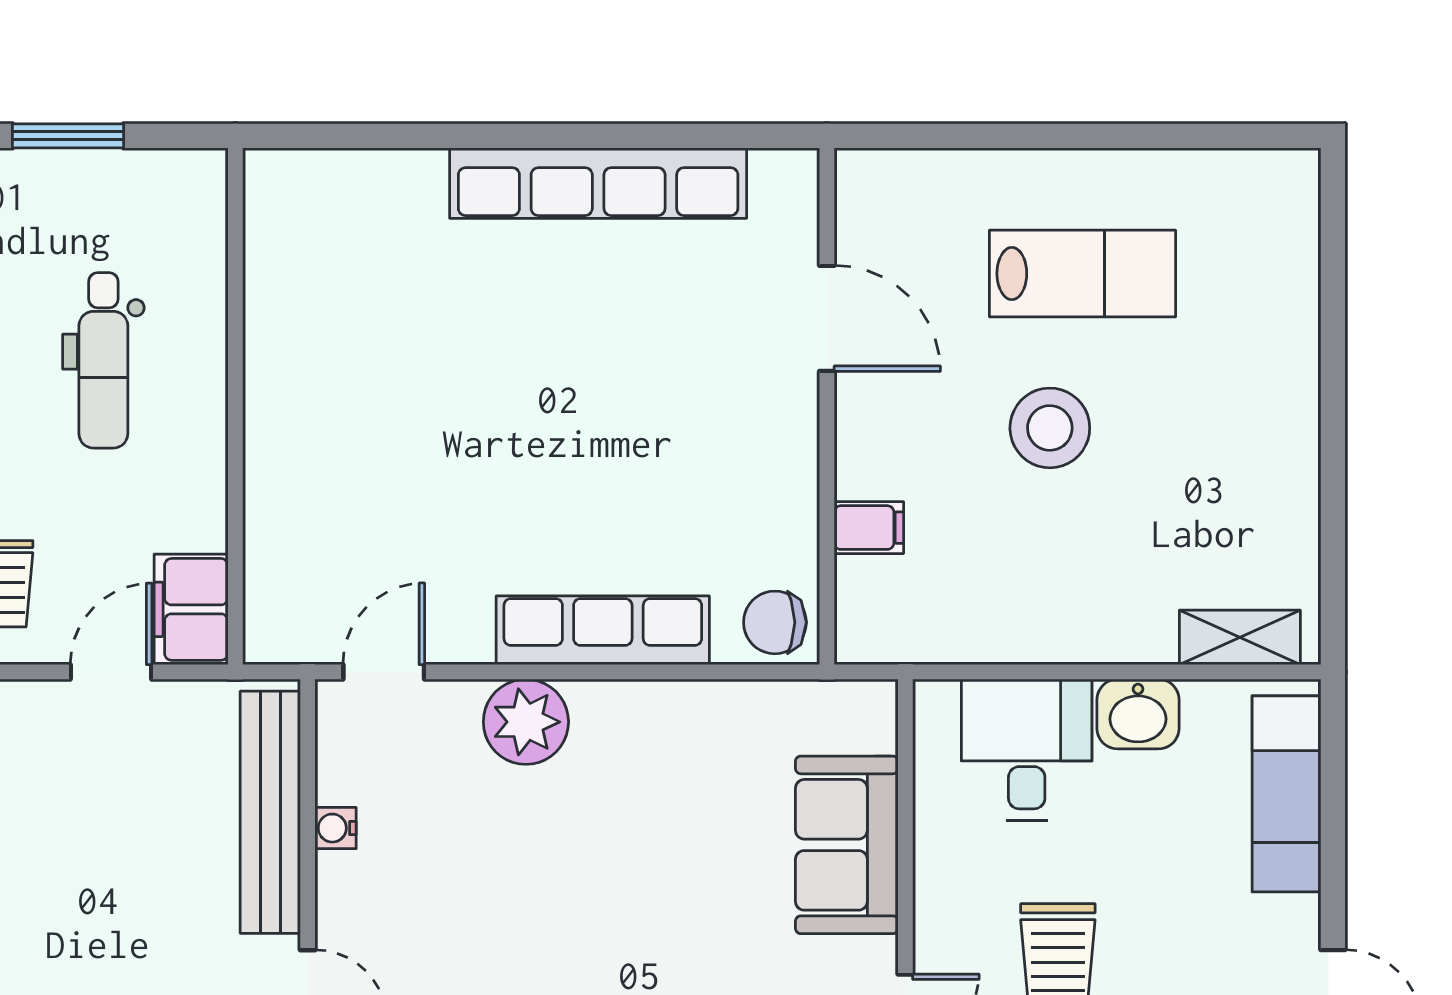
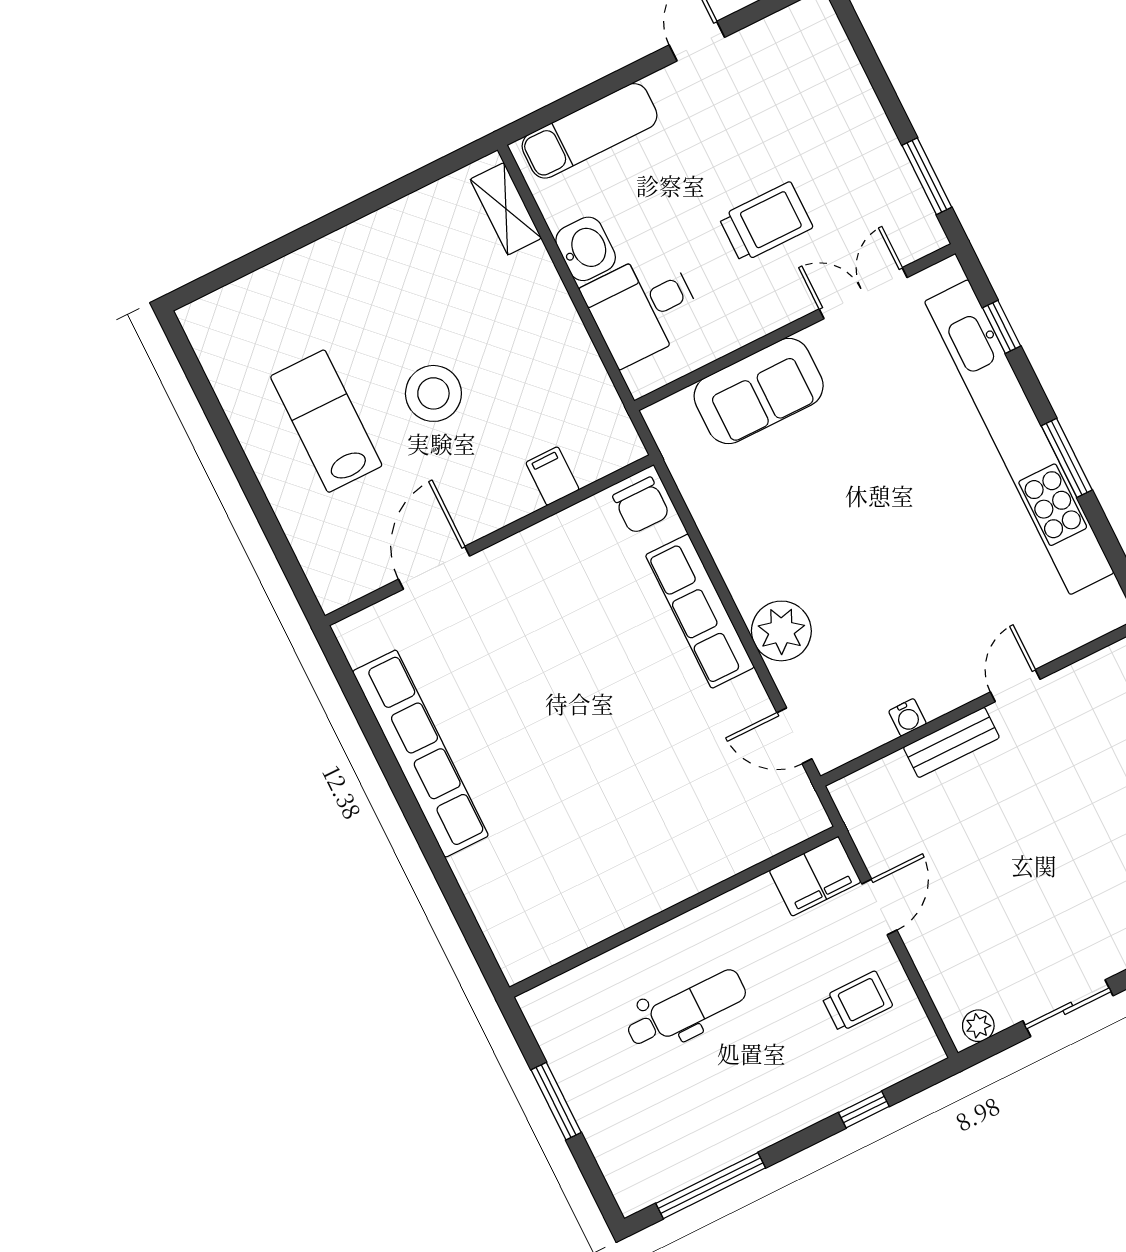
door: (111, 672) -> (879, 907), swing flipped
bench: (270, 812) -> (951, 742), width x0.54, depth x0.82

